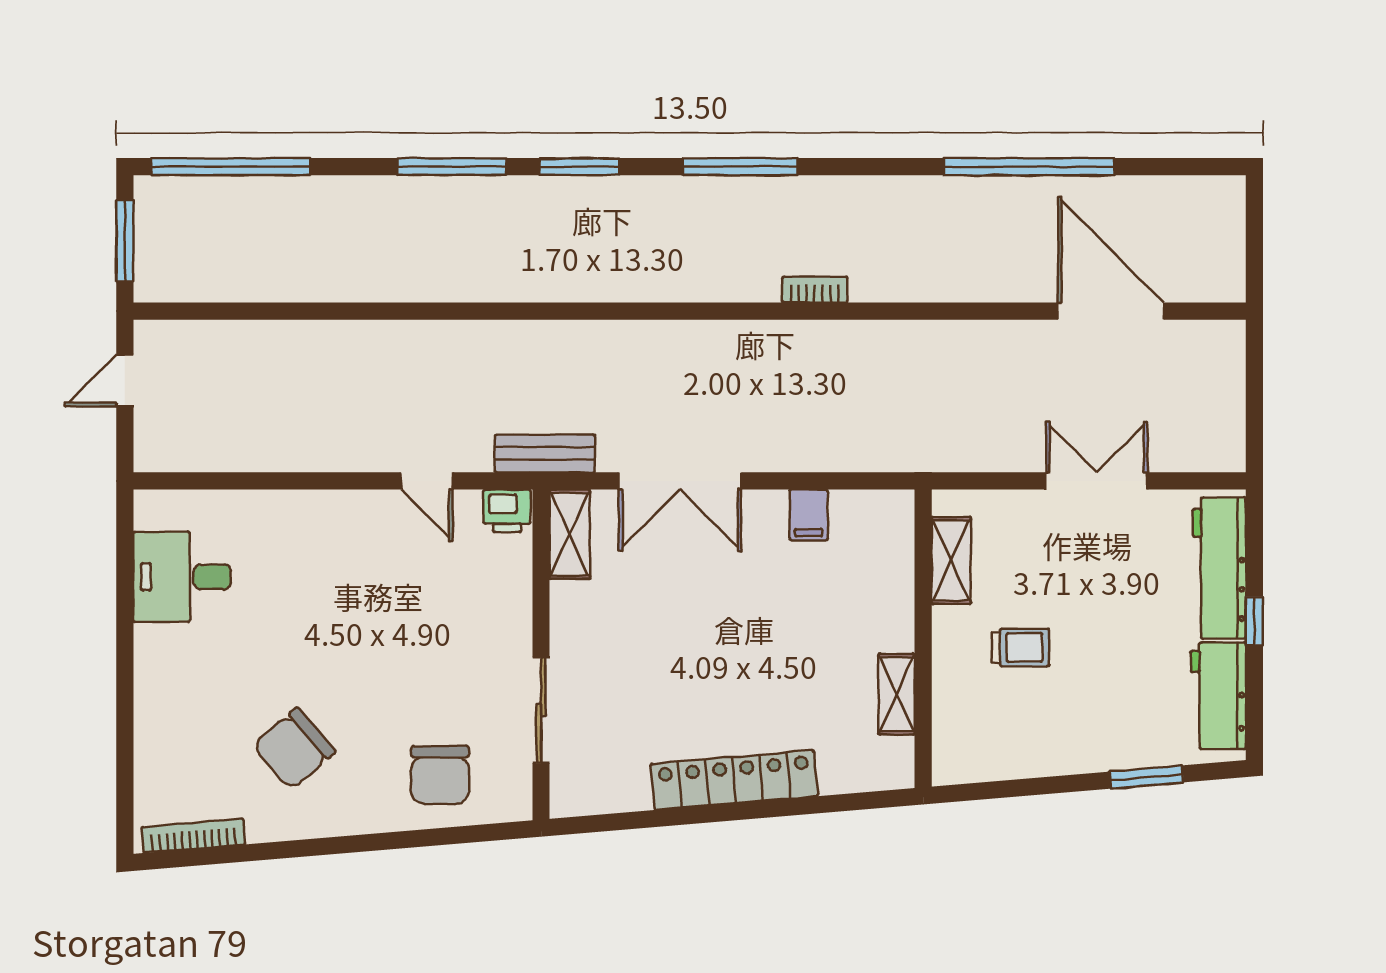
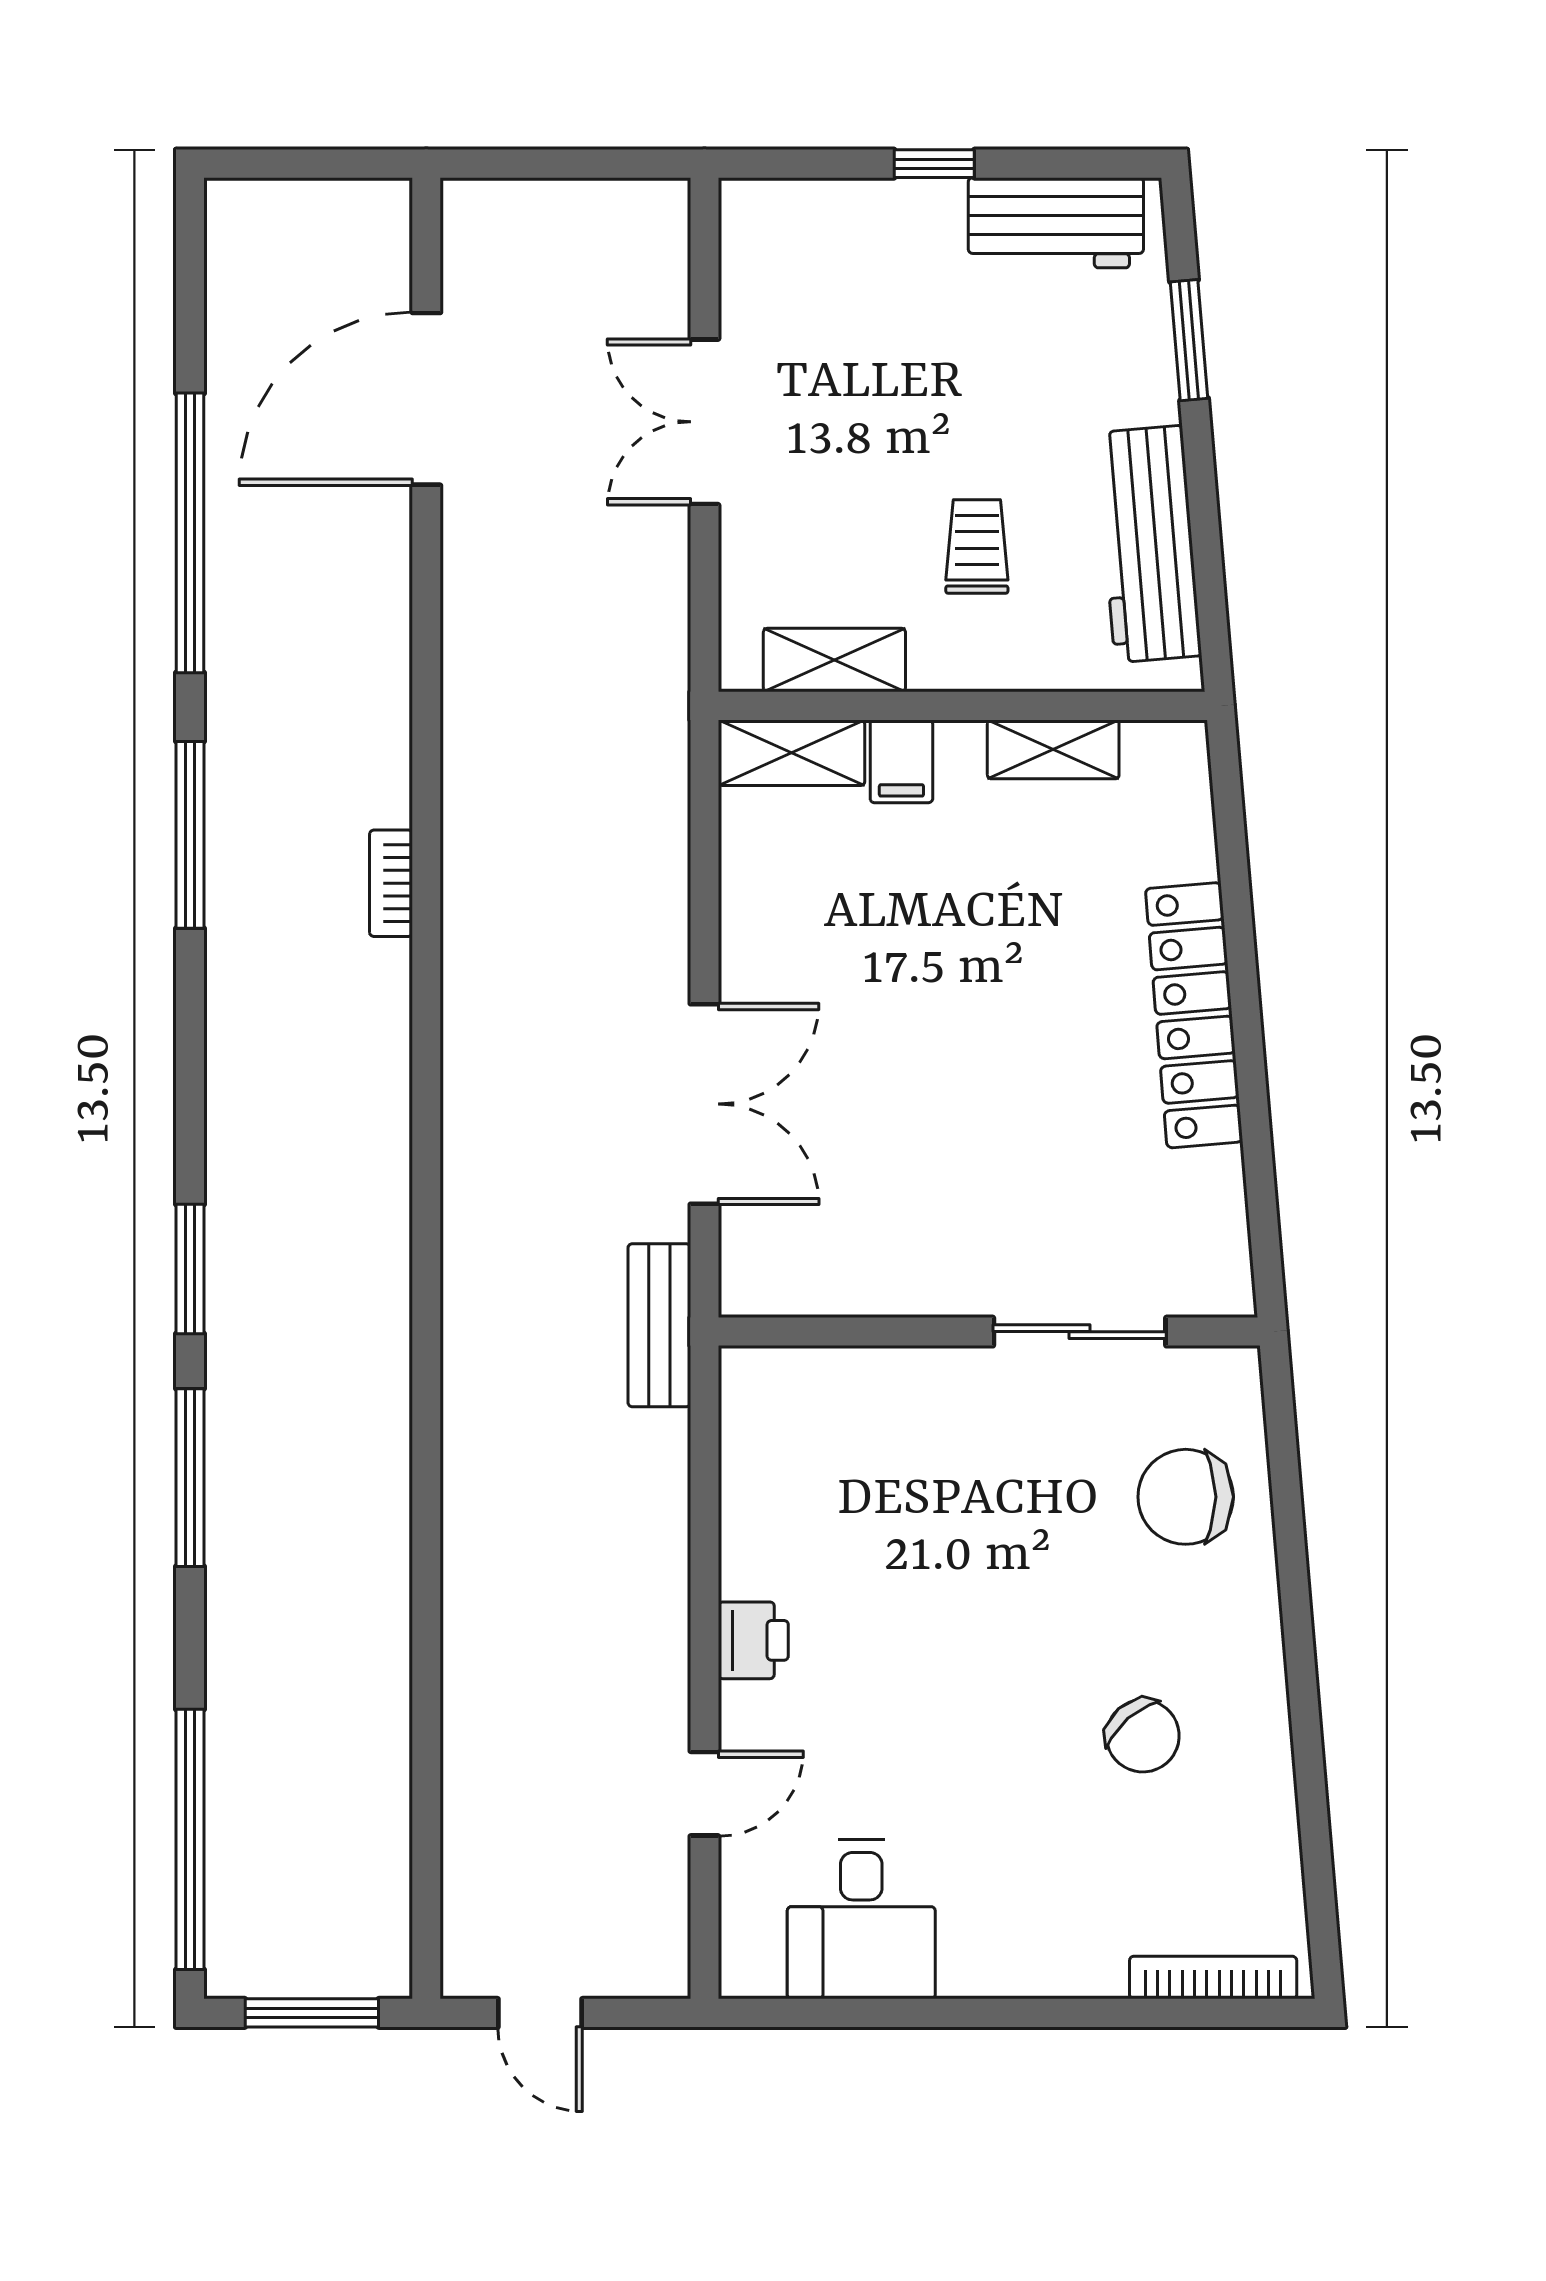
window: (740, 167) -> (190, 835), moved
door: (427, 481) -> (704, 1794), moved
printer: (507, 511) -> (753, 1640), moved
filing cabinet: (809, 515) -> (901, 761), moved, turned 90
shelving: (570, 534) -> (792, 753), moved
workbench: (1219, 568) -> (1149, 544), moved, turned 85
chair: (294, 749) -> (1143, 1736), width x0.73, depth x0.73
chair: (440, 775) -> (1186, 1497), turned 180
bookcase: (193, 836) -> (1213, 1978), moved, turned 95

